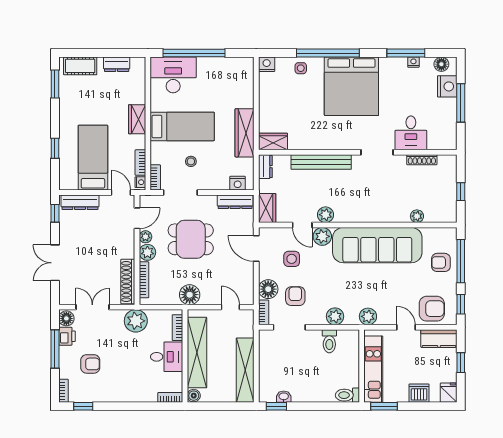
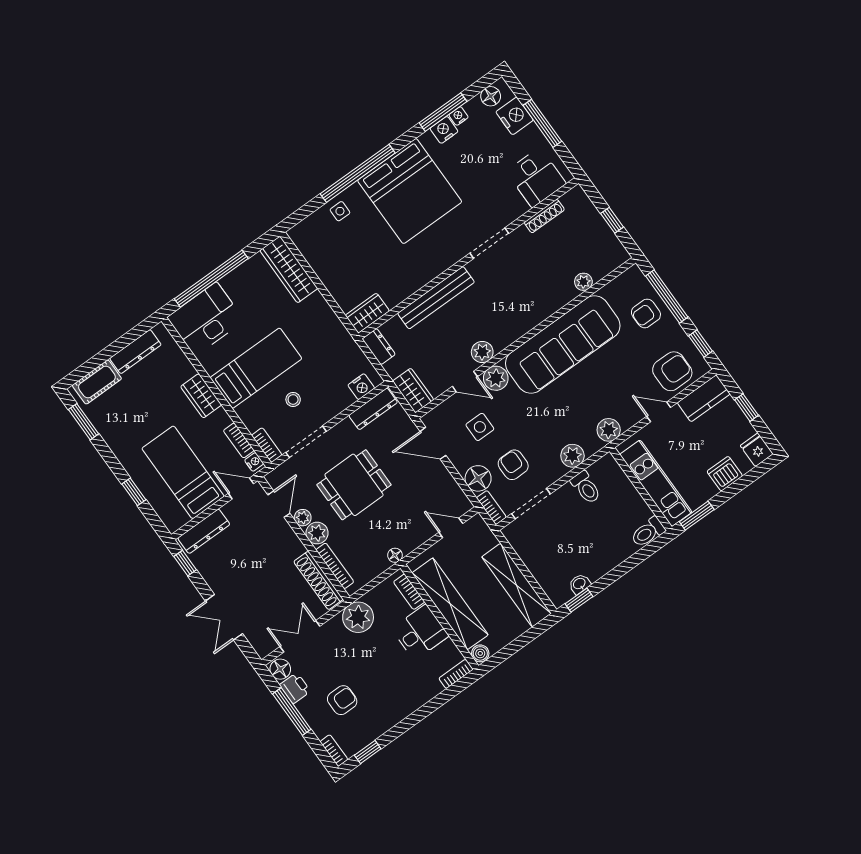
dresser: (117, 64) -> (135, 352), width x1.44
nightstand: (267, 64) -> (444, 130), moved
wardrobe: (245, 133) -> (289, 269), moved
desk: (411, 133) -> (536, 178), moved
floor lamp: (190, 295) -> (395, 555), width x0.53, depth x0.53

